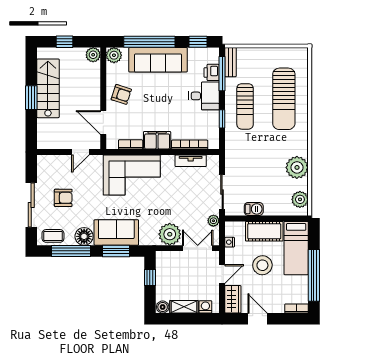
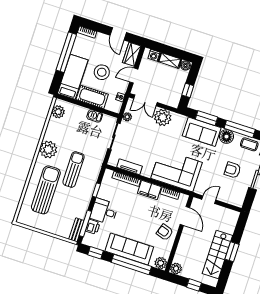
sun lounger: (245, 106) -> (74, 169), moved
plant: (297, 167) -> (48, 149), moved

